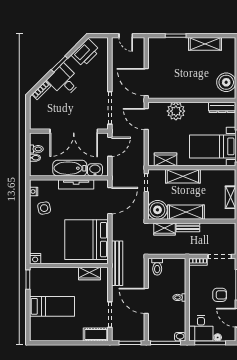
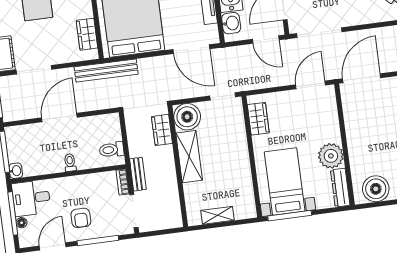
plant: (176, 111) -> (331, 156), moved
shelving: (183, 176) -> (238, 146), removed
bench: (188, 227) -> (138, 174), moved
toilet: (157, 267) -> (112, 150), moved

